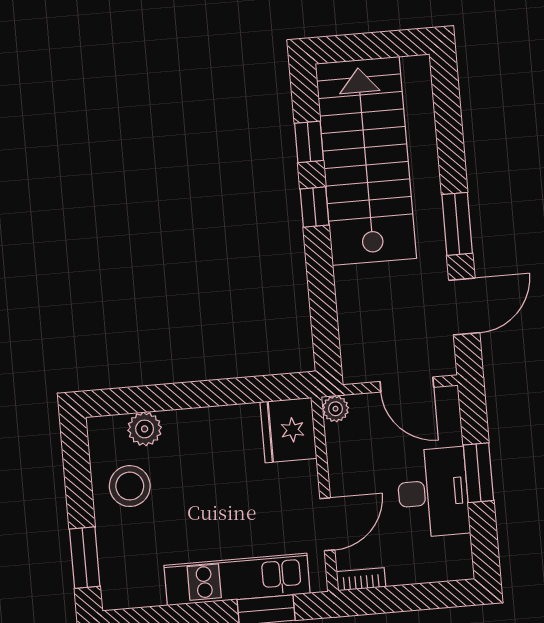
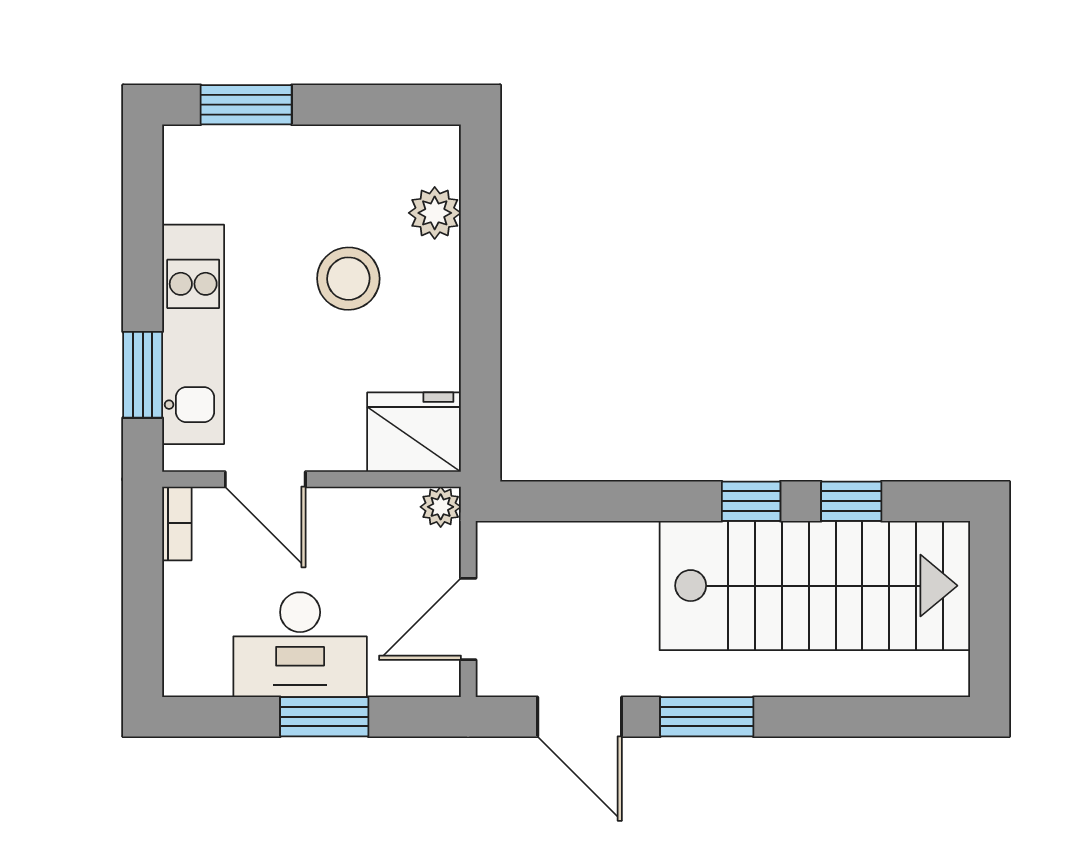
stool: (130, 486) -> (348, 279), moved

